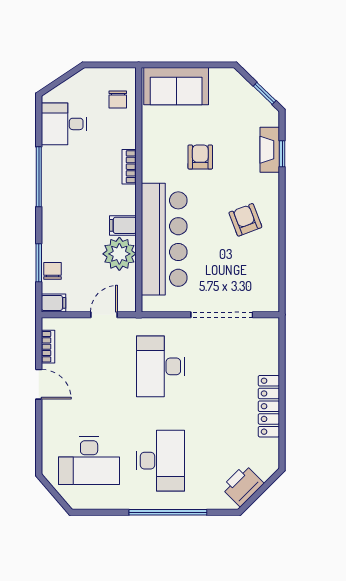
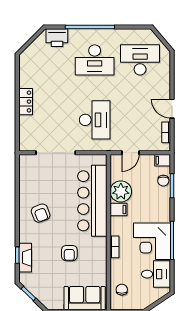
corner desk: (70, 175) -> (152, 241), added
locker: (269, 406) -> (26, 102), width x0.66
desk: (160, 461) -> (95, 60), turned -90
printer: (243, 486) -> (57, 38), moved, turned 45

